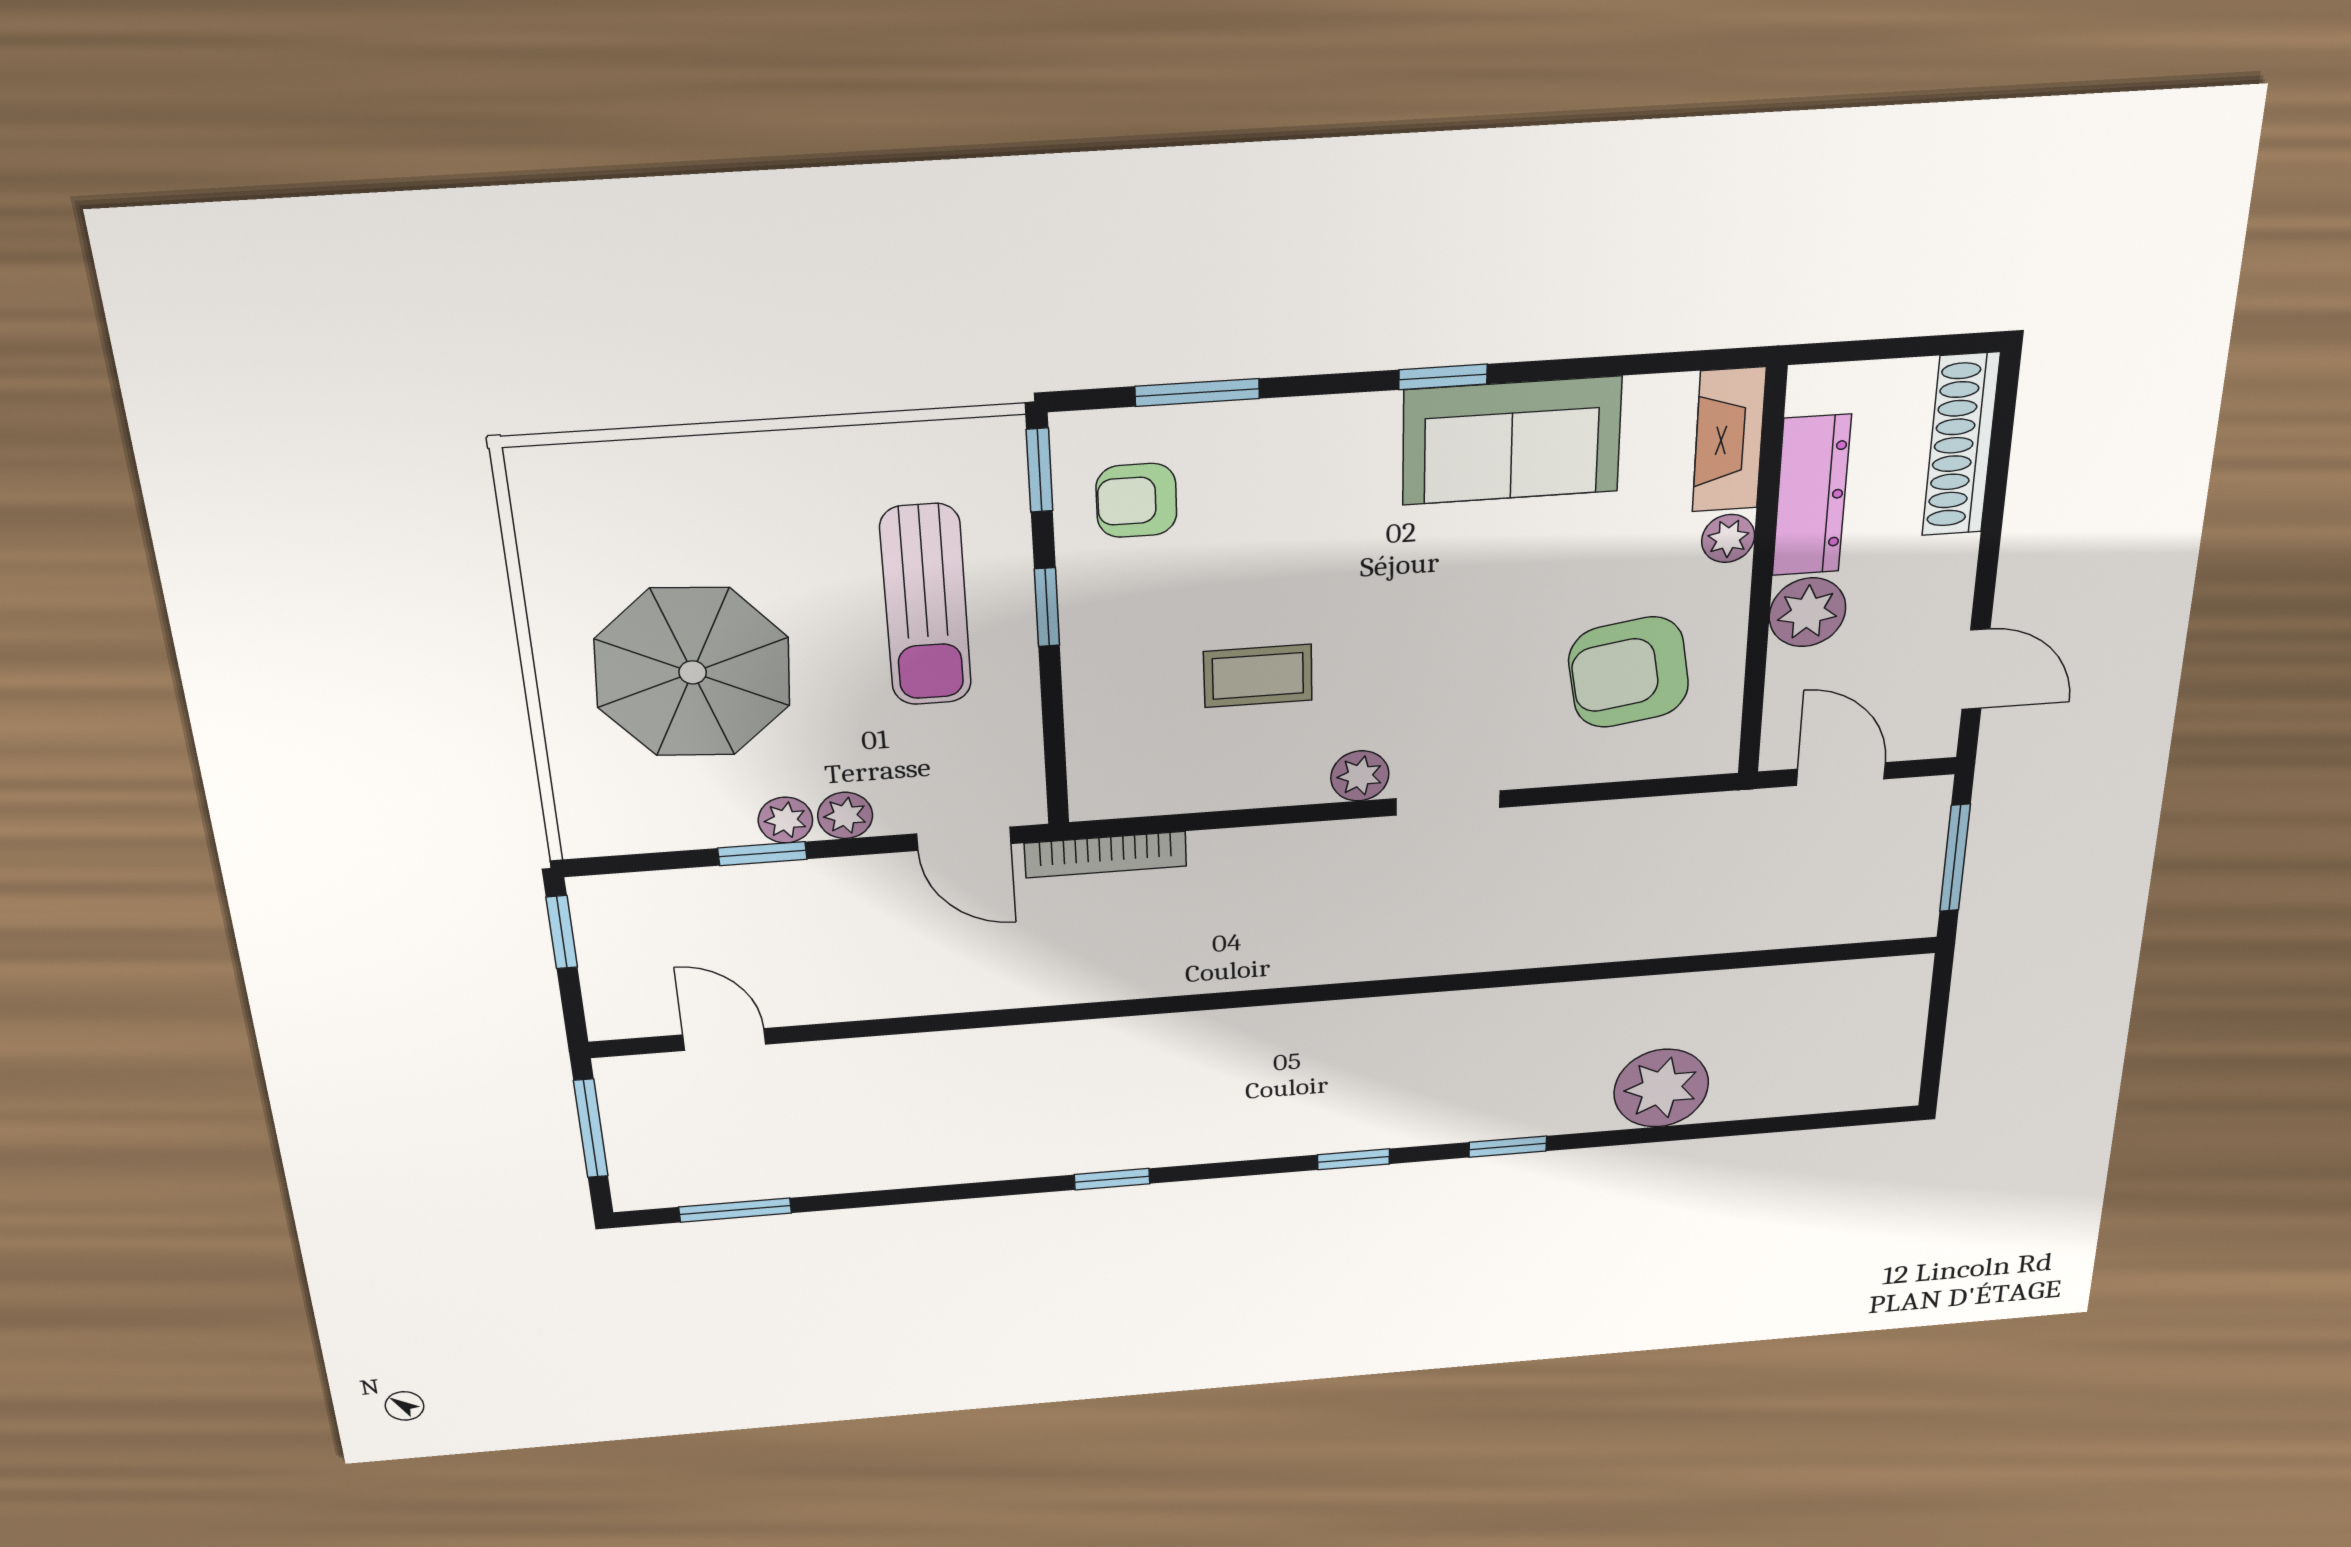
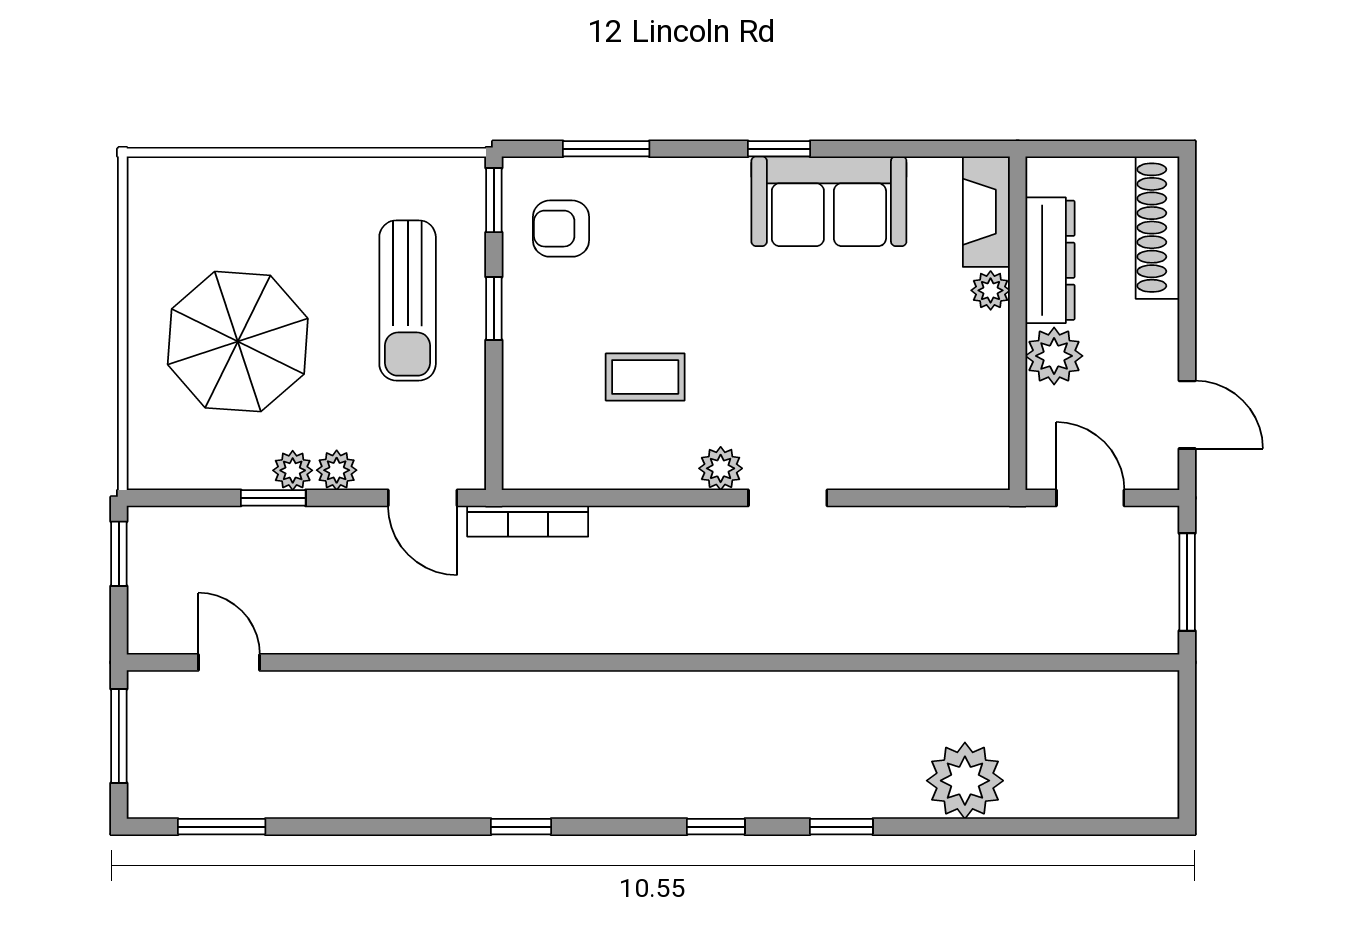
armchair: (1629, 672) -> (922, 396), removed

